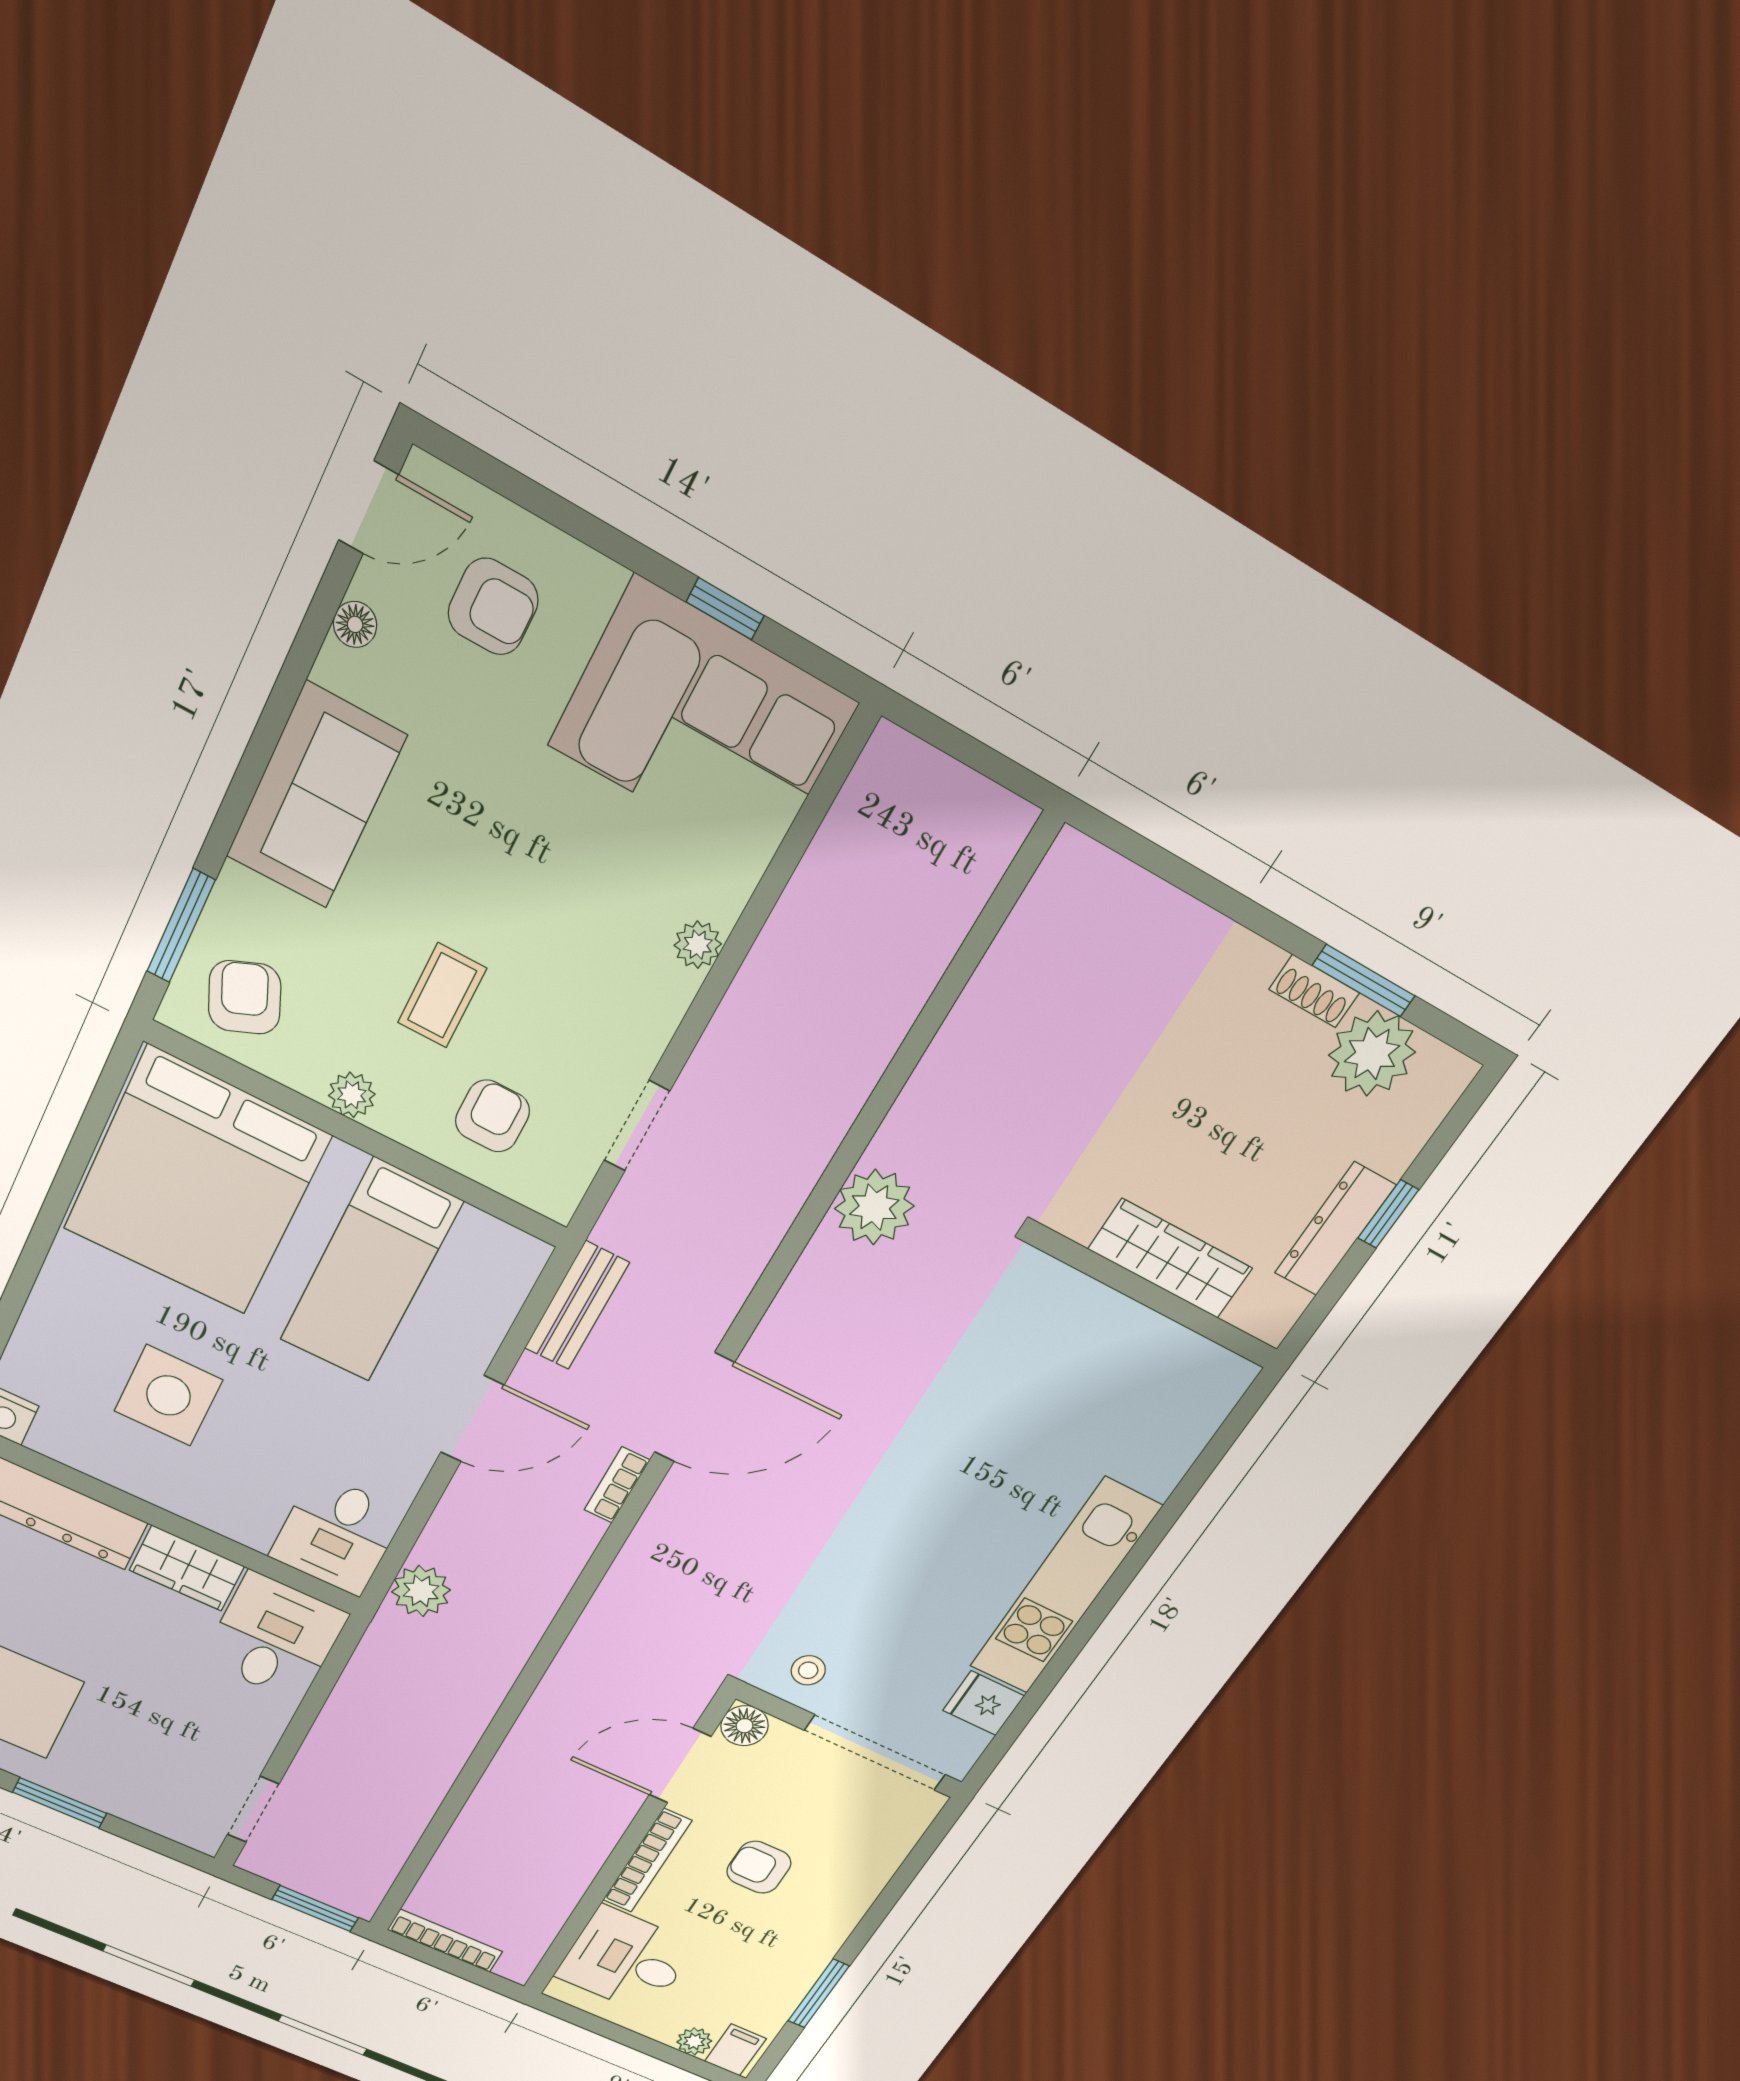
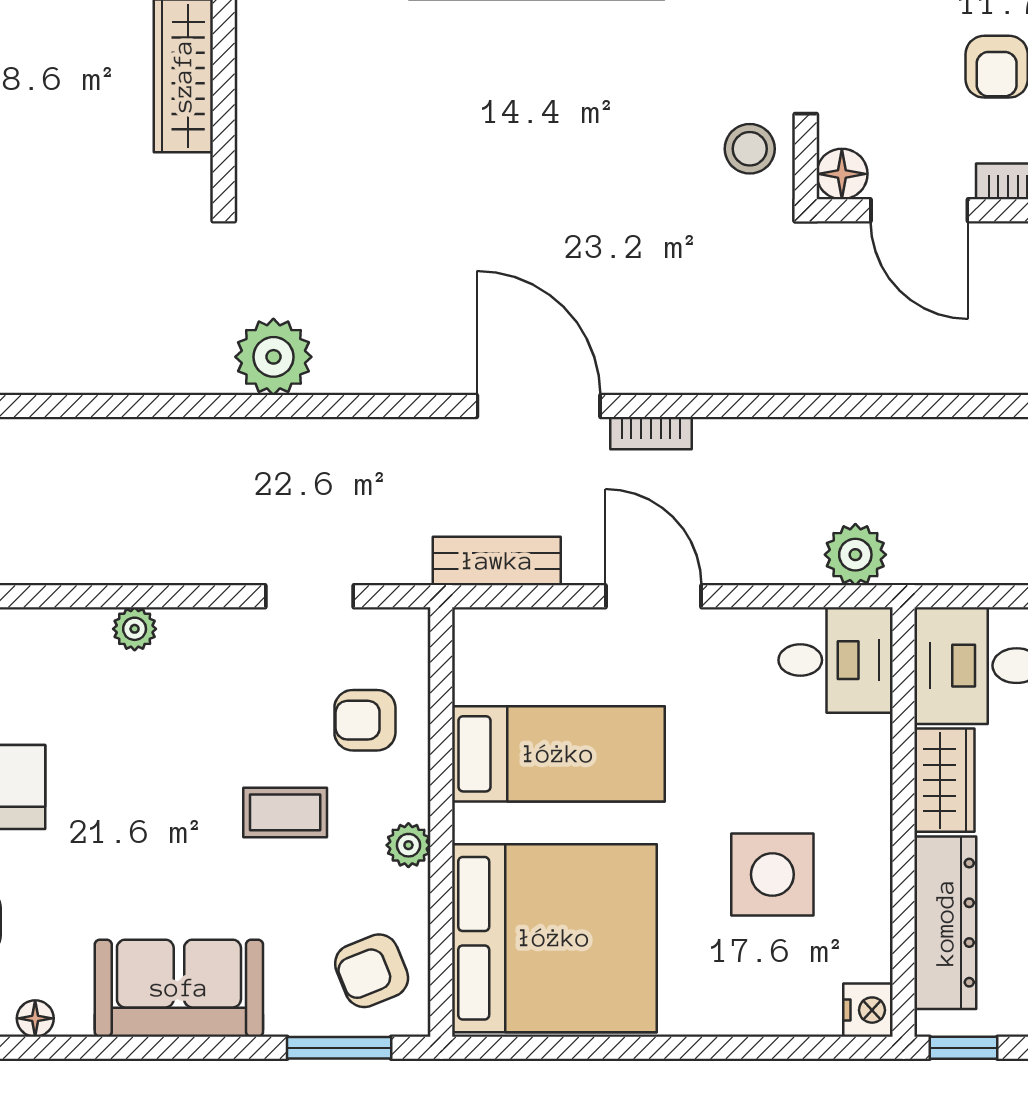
stool: (808, 1670) -> (750, 149), width x1.37, depth x1.37

